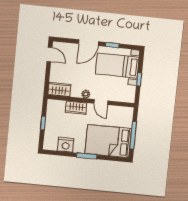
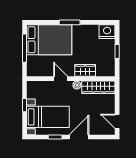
wardrobe: (59, 89) -> (98, 87), width x1.50
nightstand: (66, 145) -> (107, 32), moved

